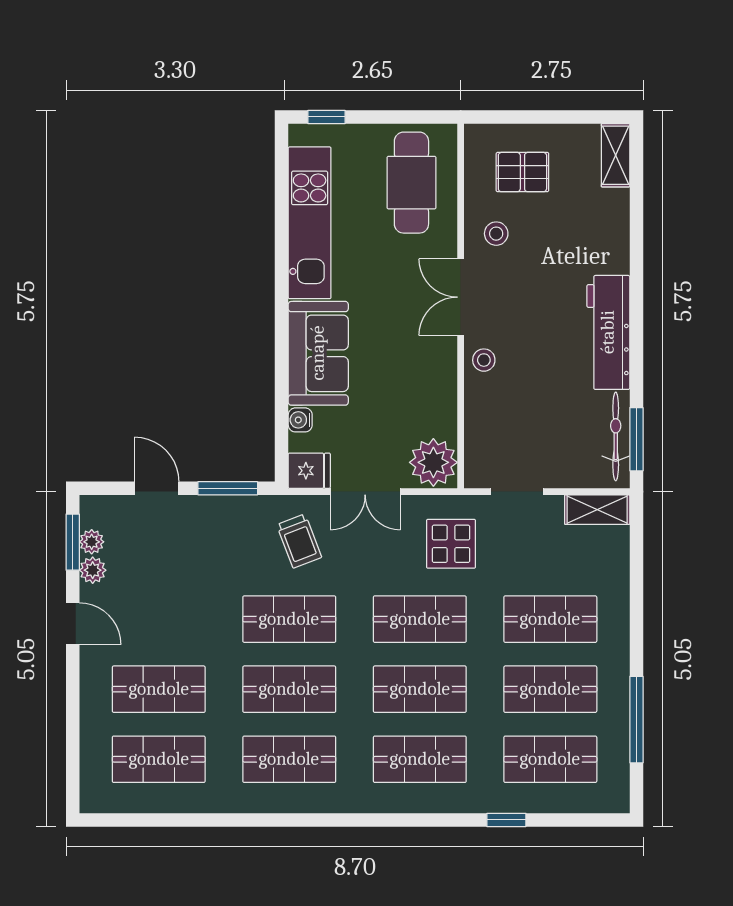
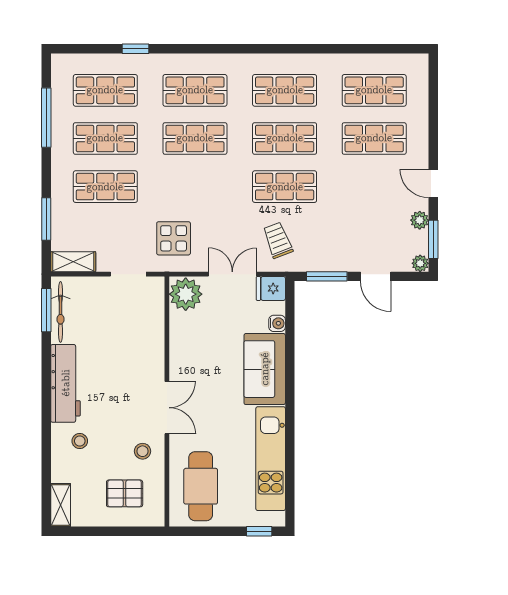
stool: (484, 360) -> (80, 441), moved
plant: (92, 542) -> (420, 263), moved
window: (636, 572) -> (46, 219), added
shop shelf: (420, 619) -> (195, 187), removed

